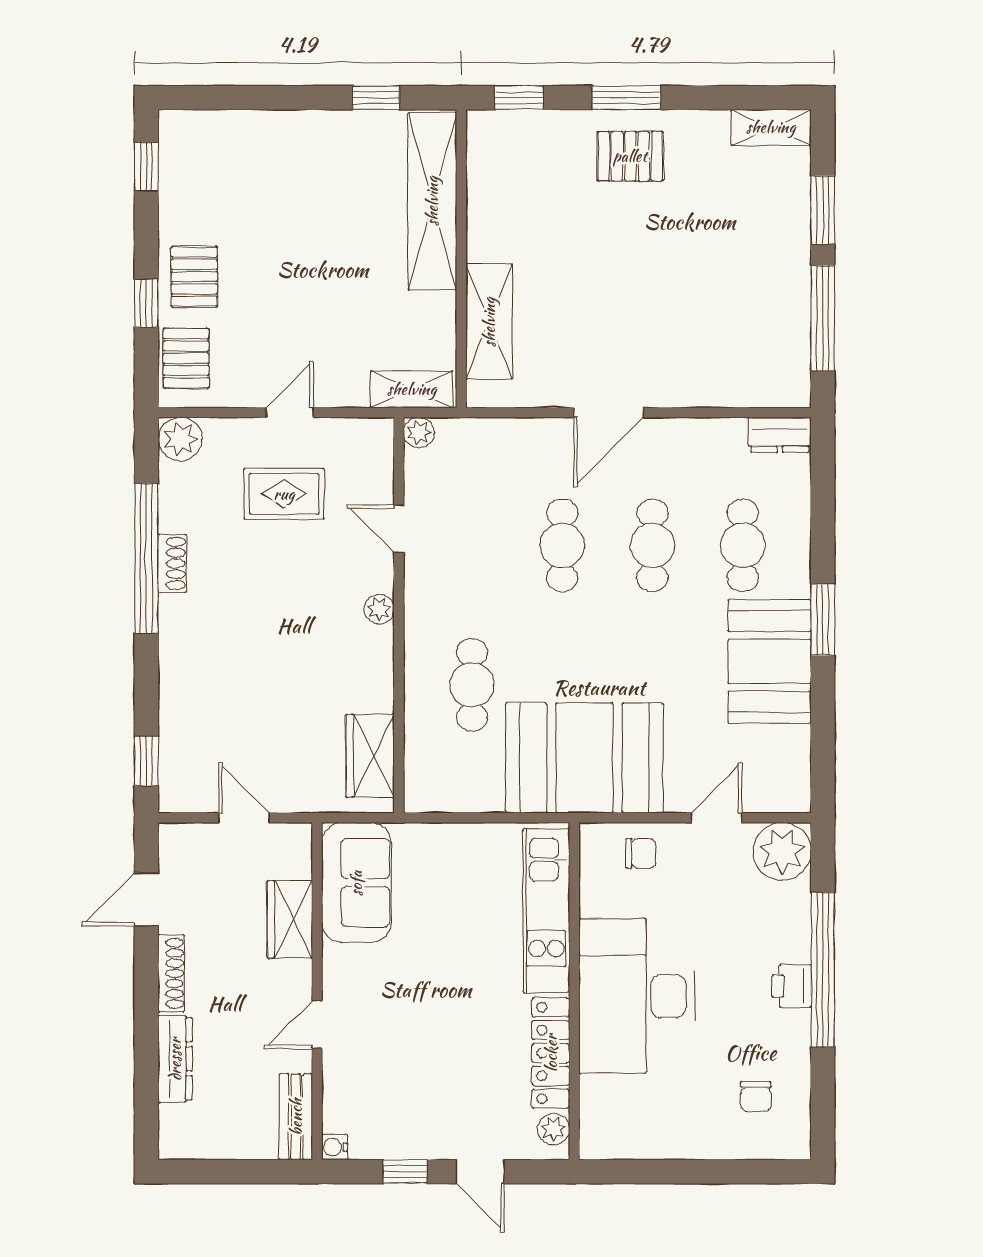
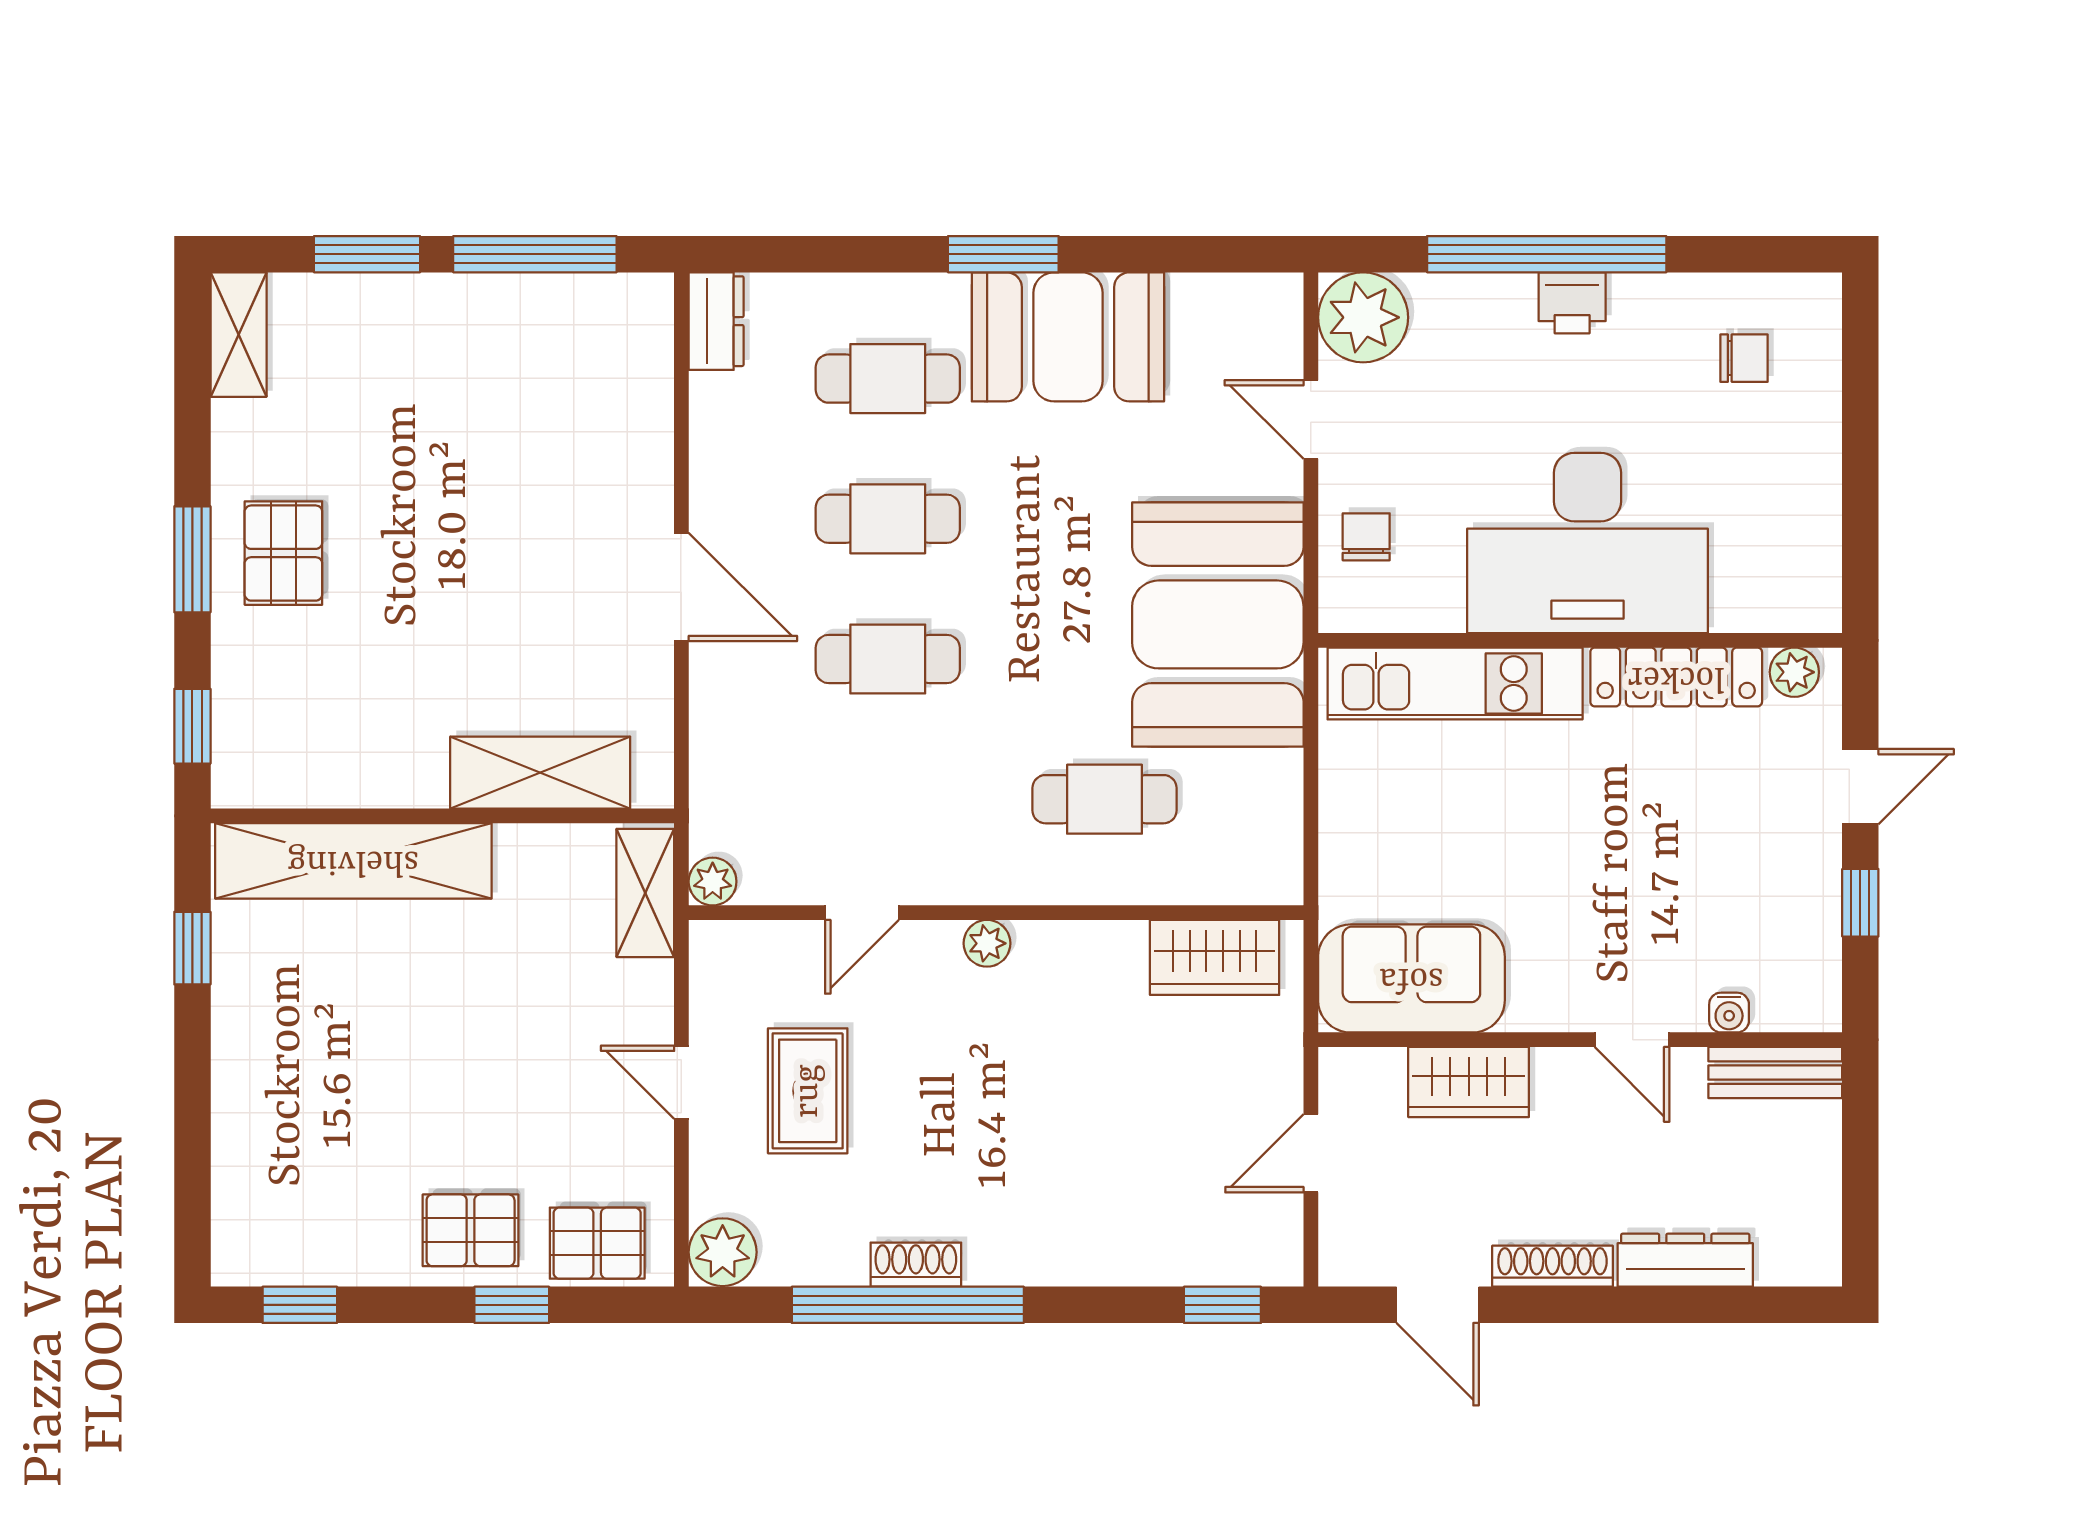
water cooler: (335, 1147) -> (1729, 1013), moved

